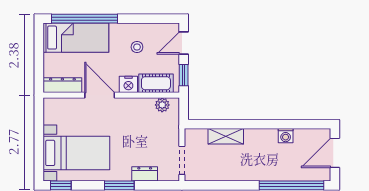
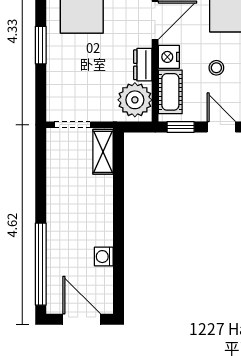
plant: (162, 105) -> (135, 100), width x1.87, depth x1.87
shelving: (226, 136) -> (103, 152), moved
dresser: (145, 174) -> (143, 65), moved, turned 180

